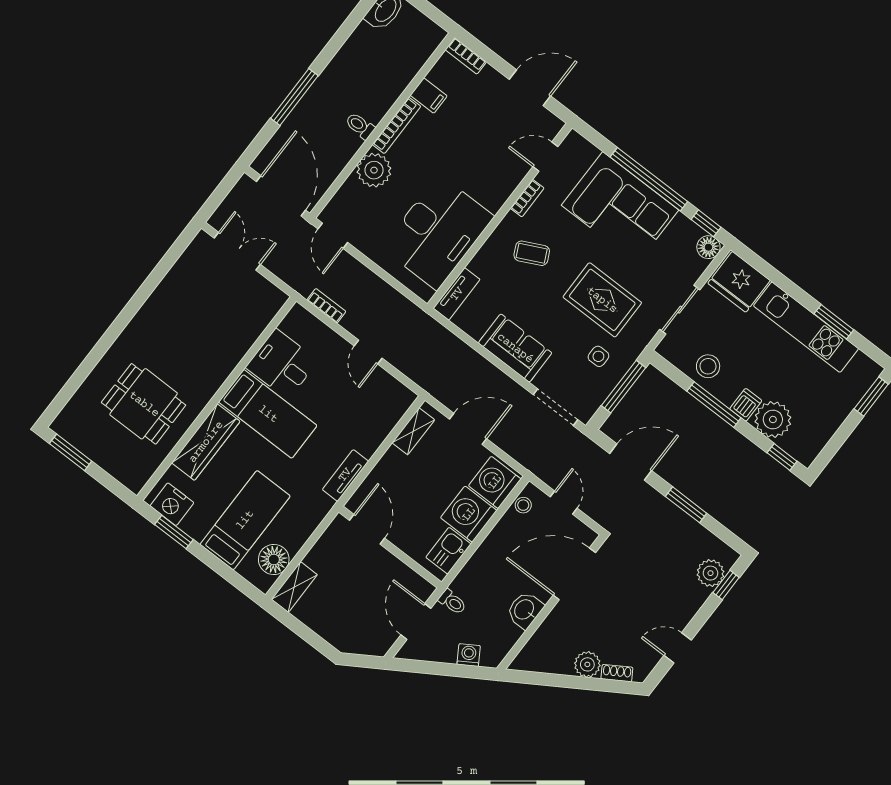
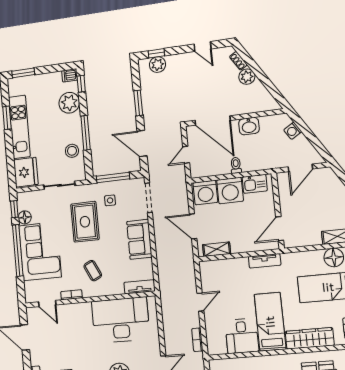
floor lamp: (708, 247) -> (25, 217), moved
dishwasher: (746, 405) -> (70, 75), moved
stool: (523, 505) -> (204, 171), removed
toilet: (452, 602) -> (236, 165), moved

